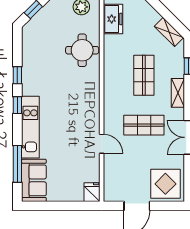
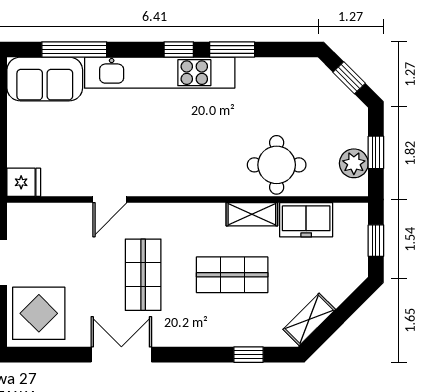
freezer: (113, 19) -> (306, 220), moved
window: (17, 75) -> (232, 49), width x1.50
shelving: (178, 93) -> (252, 214), moved
kitchen unit: (30, 127) -> (160, 73), width x1.36

